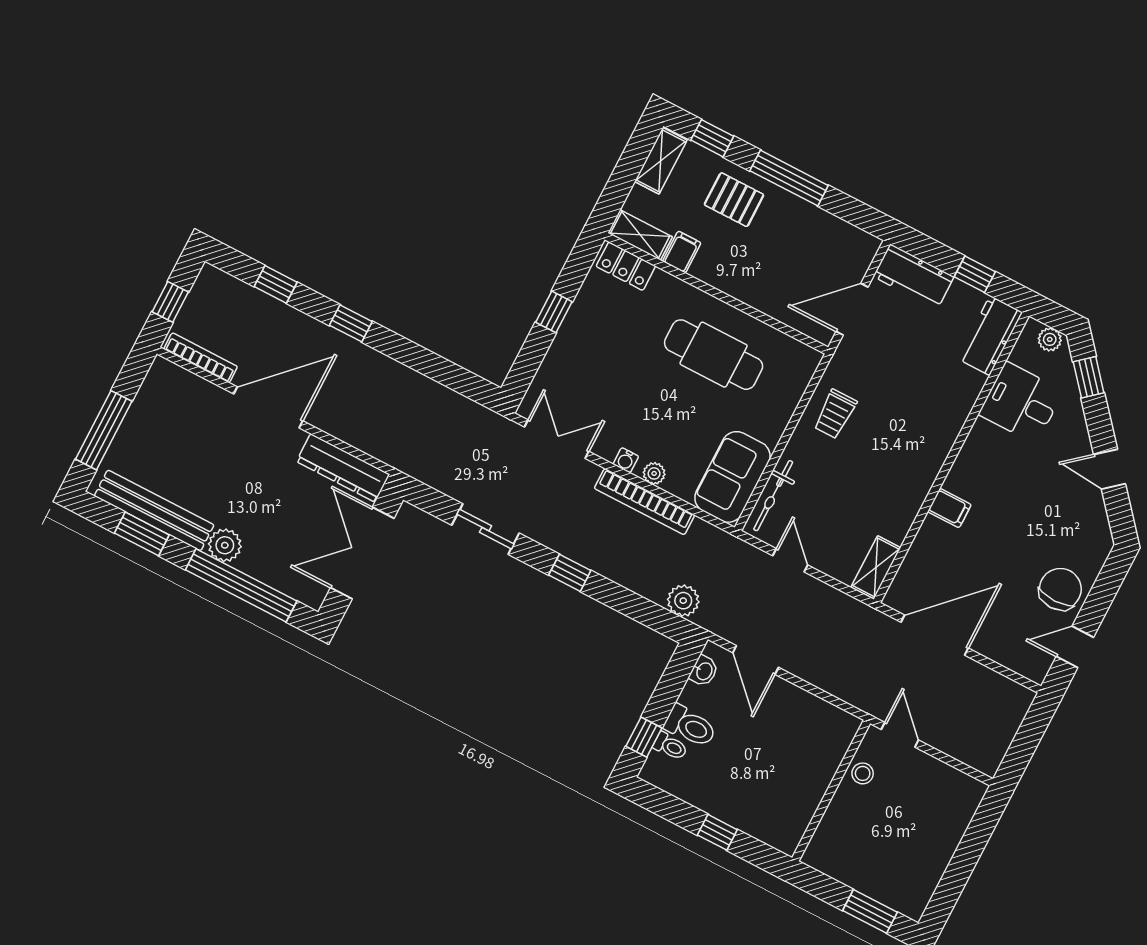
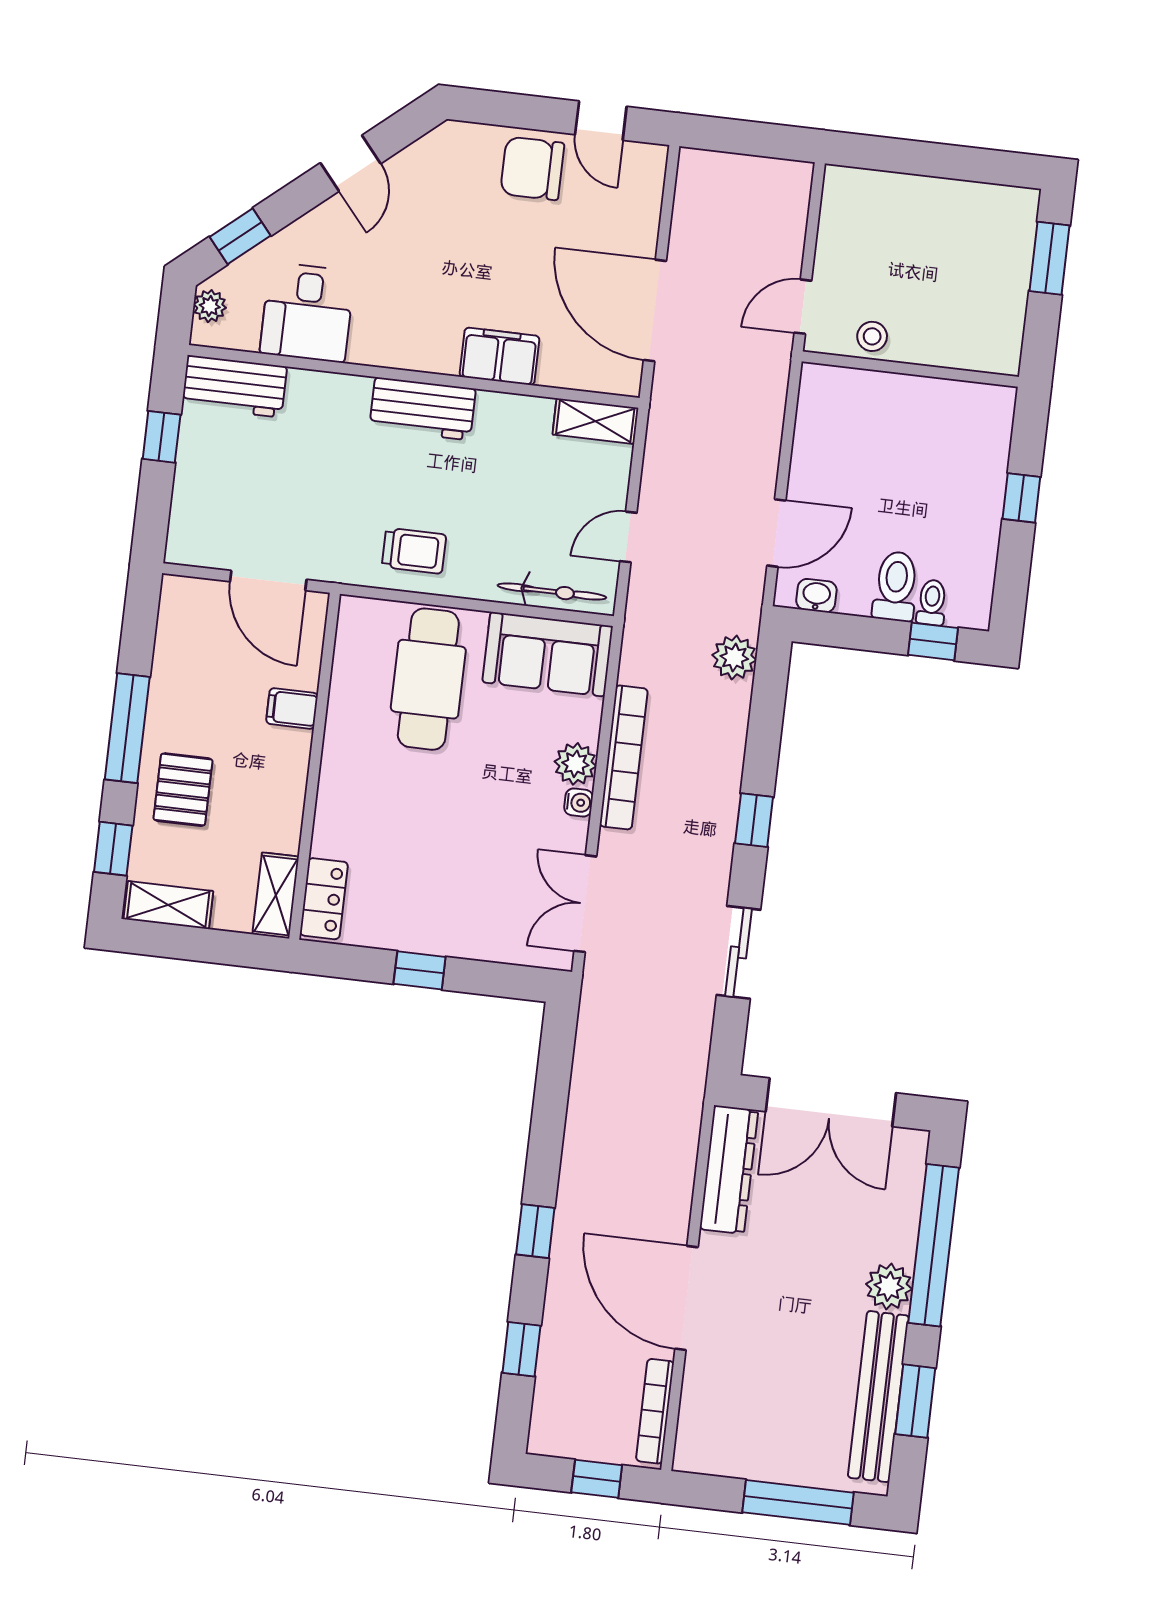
filing cabinet: (682, 252) -> (292, 708), moved
workbench: (913, 277) -> (422, 409), moved, turned 90
cafe table: (714, 355) -> (428, 679), moved
plant: (654, 473) -> (575, 764), width x1.38, depth x1.38
filing cabinet: (949, 508) -> (500, 356), width x2.00

